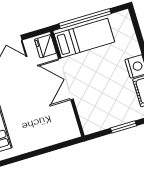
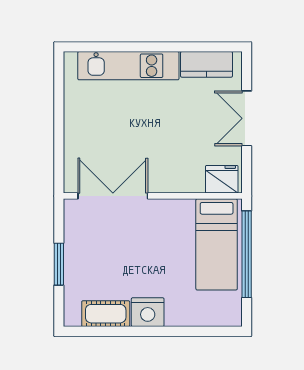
double door: (66, 79) -> (113, 196), moved

